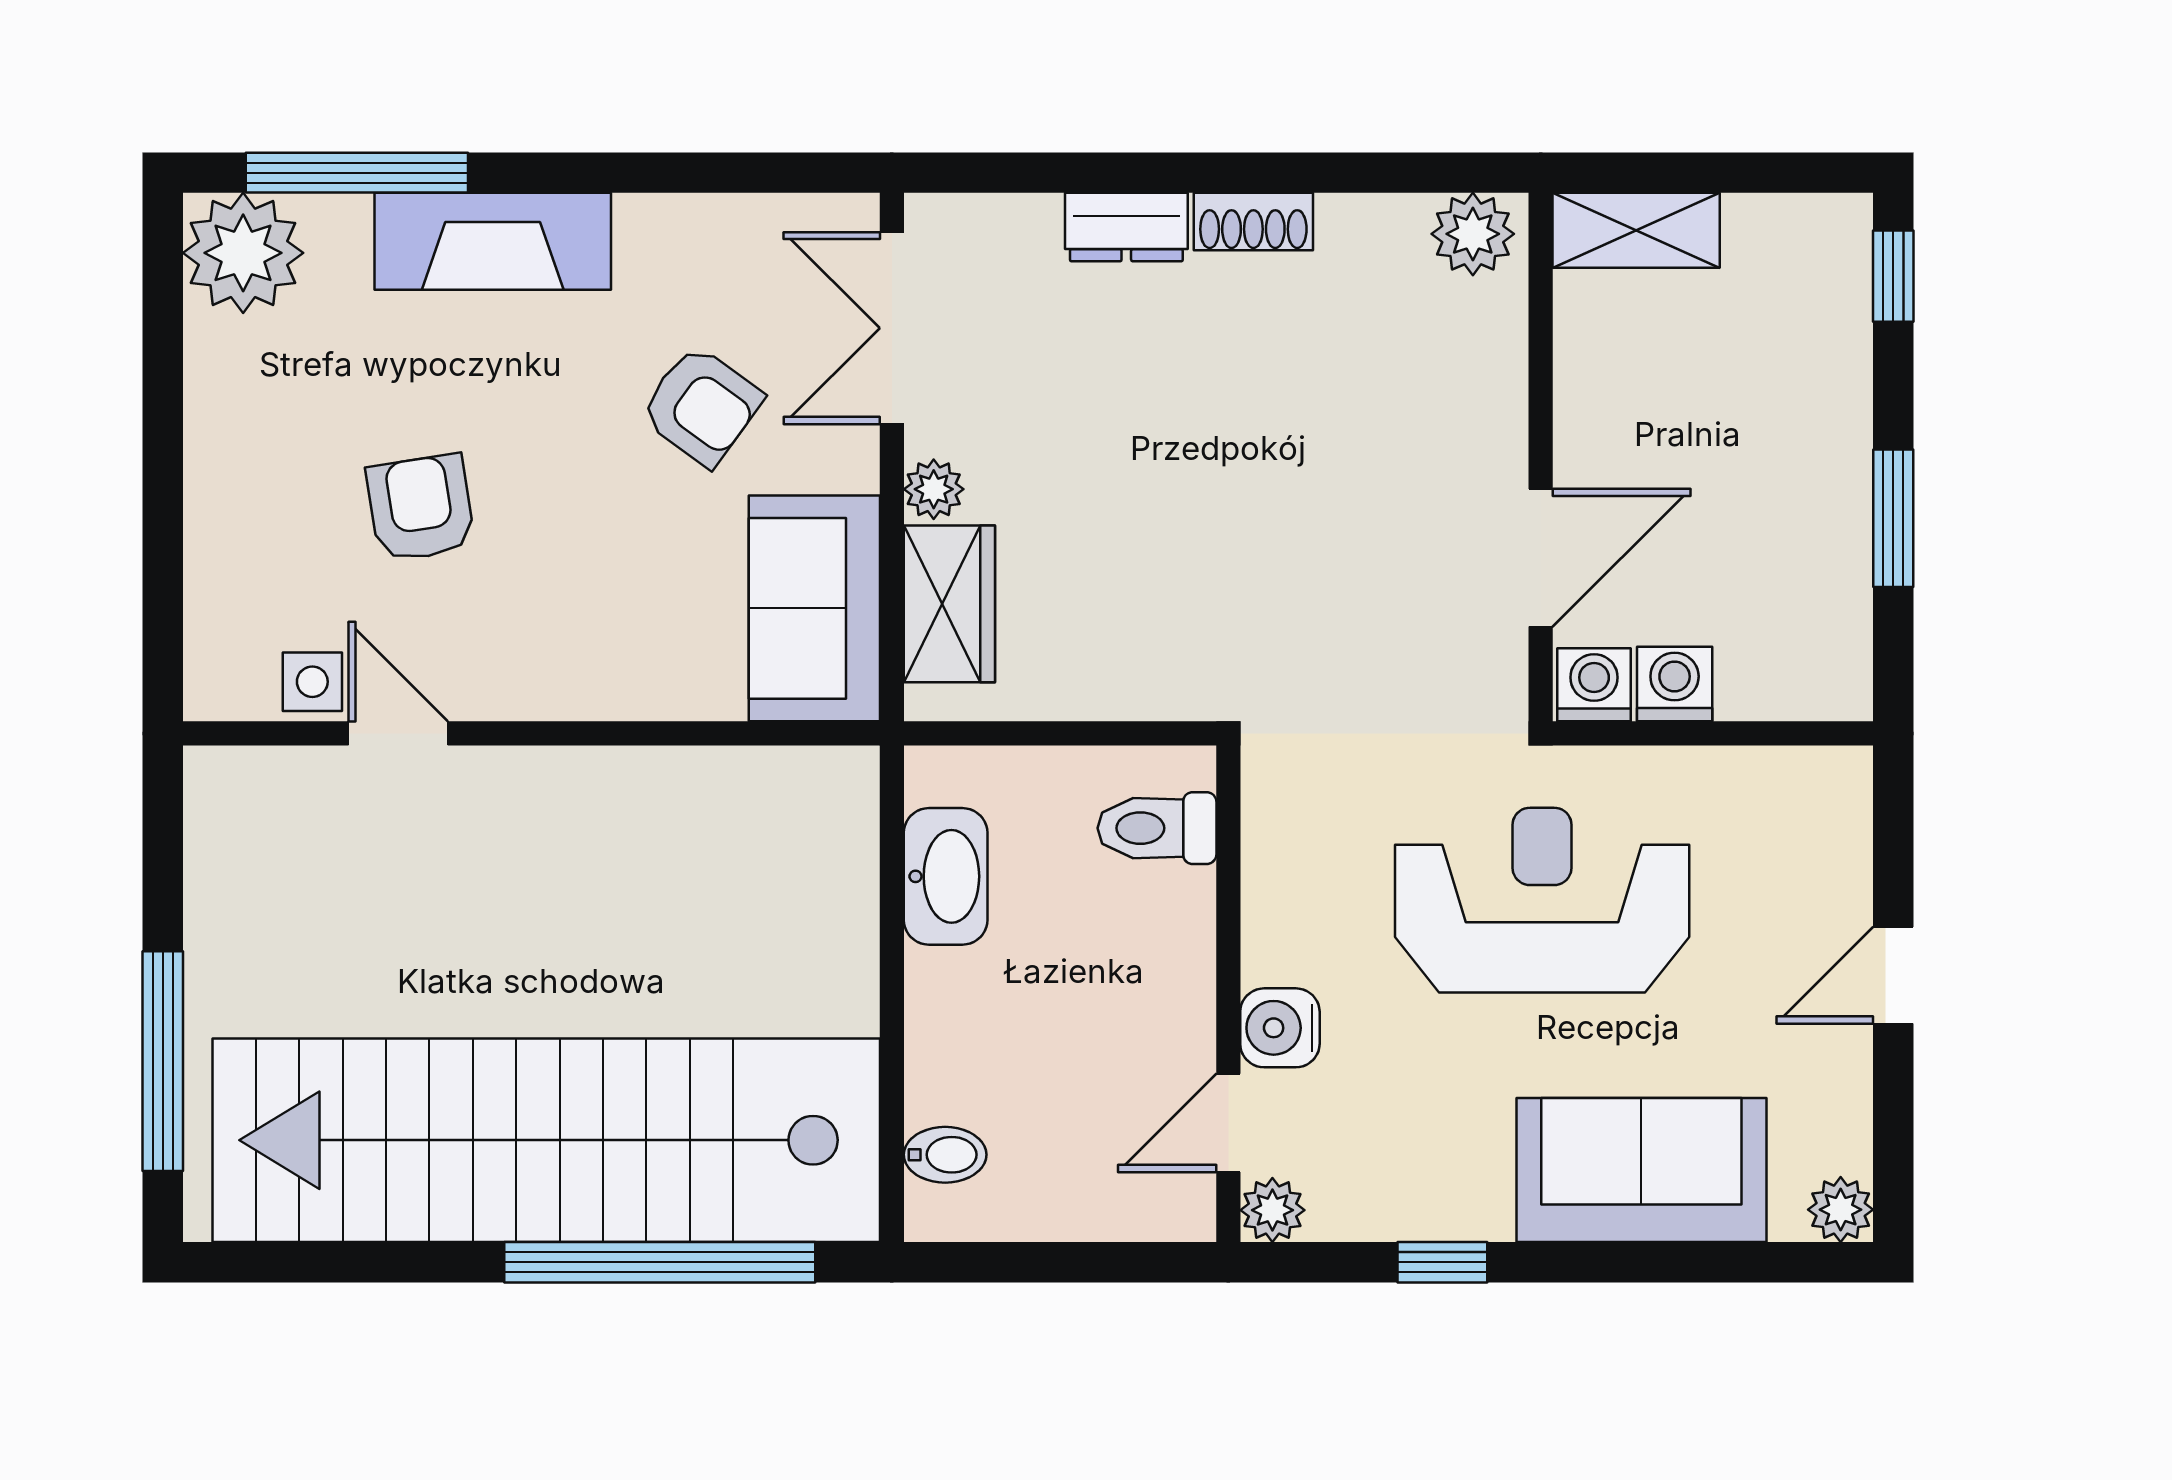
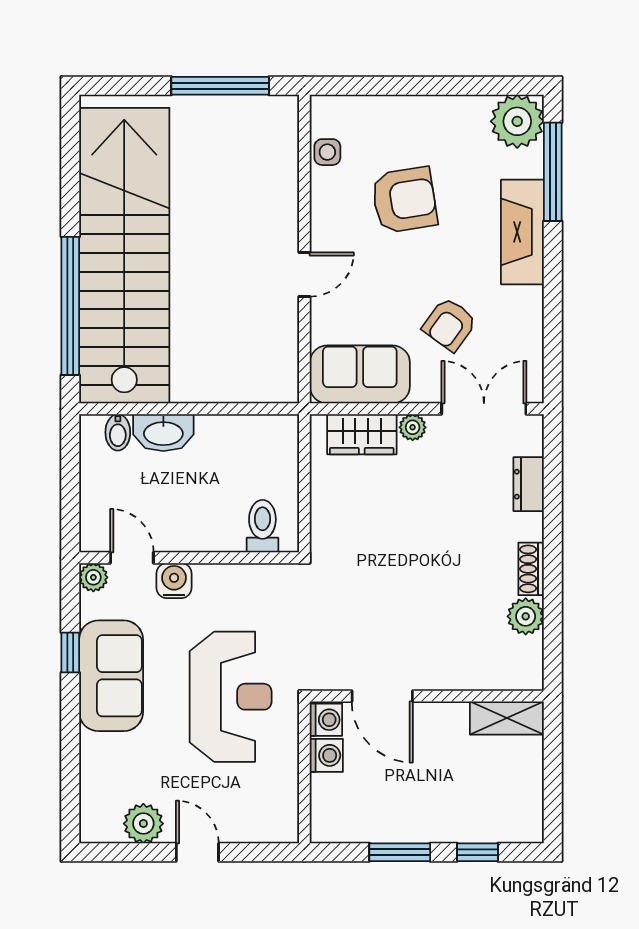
dresser: (1126, 227) -> (529, 484), moved
shelving: (1636, 230) -> (507, 718), moved, turned 90
plant: (1473, 234) -> (526, 616), moved
window: (1893, 276) -> (477, 852), moved
armchair: (421, 508) -> (404, 200), width x1.38, depth x1.38
door: (398, 733) -> (304, 275), moved
washbasin: (946, 876) -> (163, 433), moved
window: (163, 1061) -> (220, 86), moved
sofa: (1641, 1170) -> (111, 676), moved
plant: (1841, 1210) -> (143, 824), moved, width x1.38, depth x1.38

